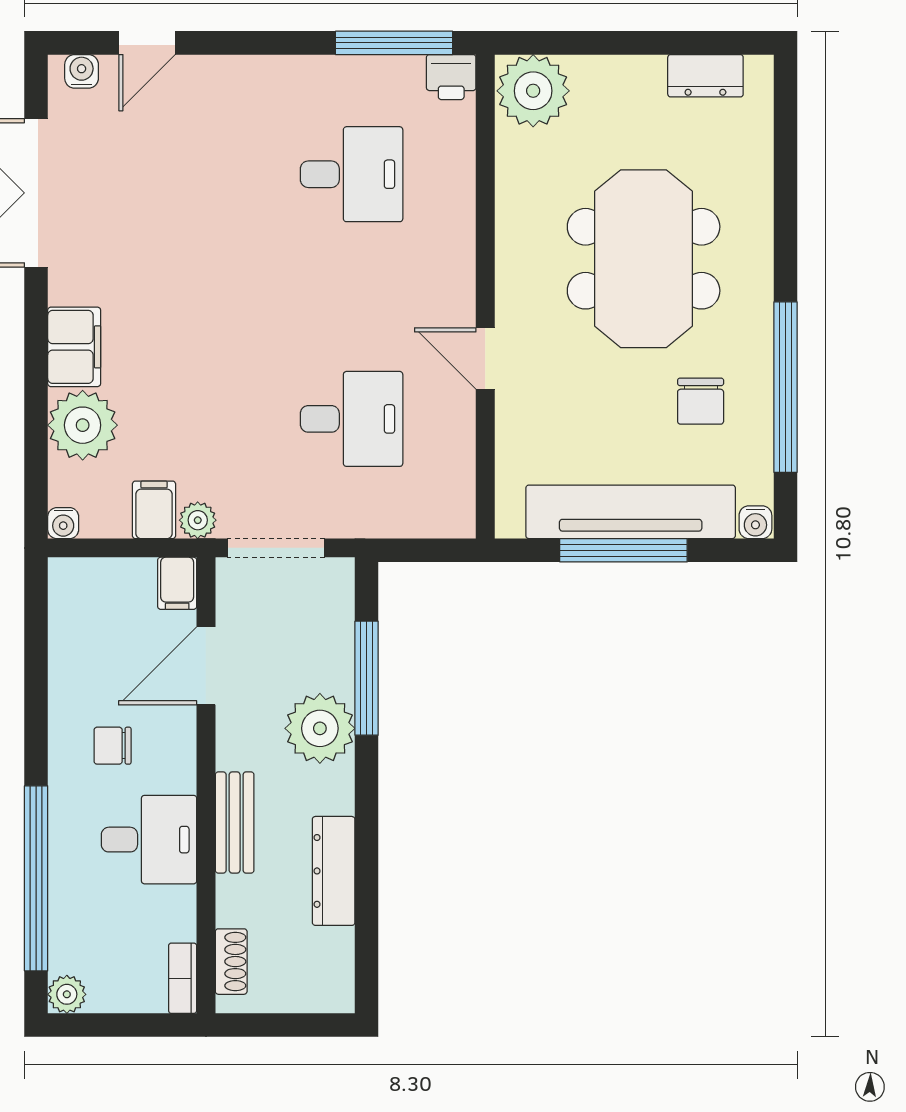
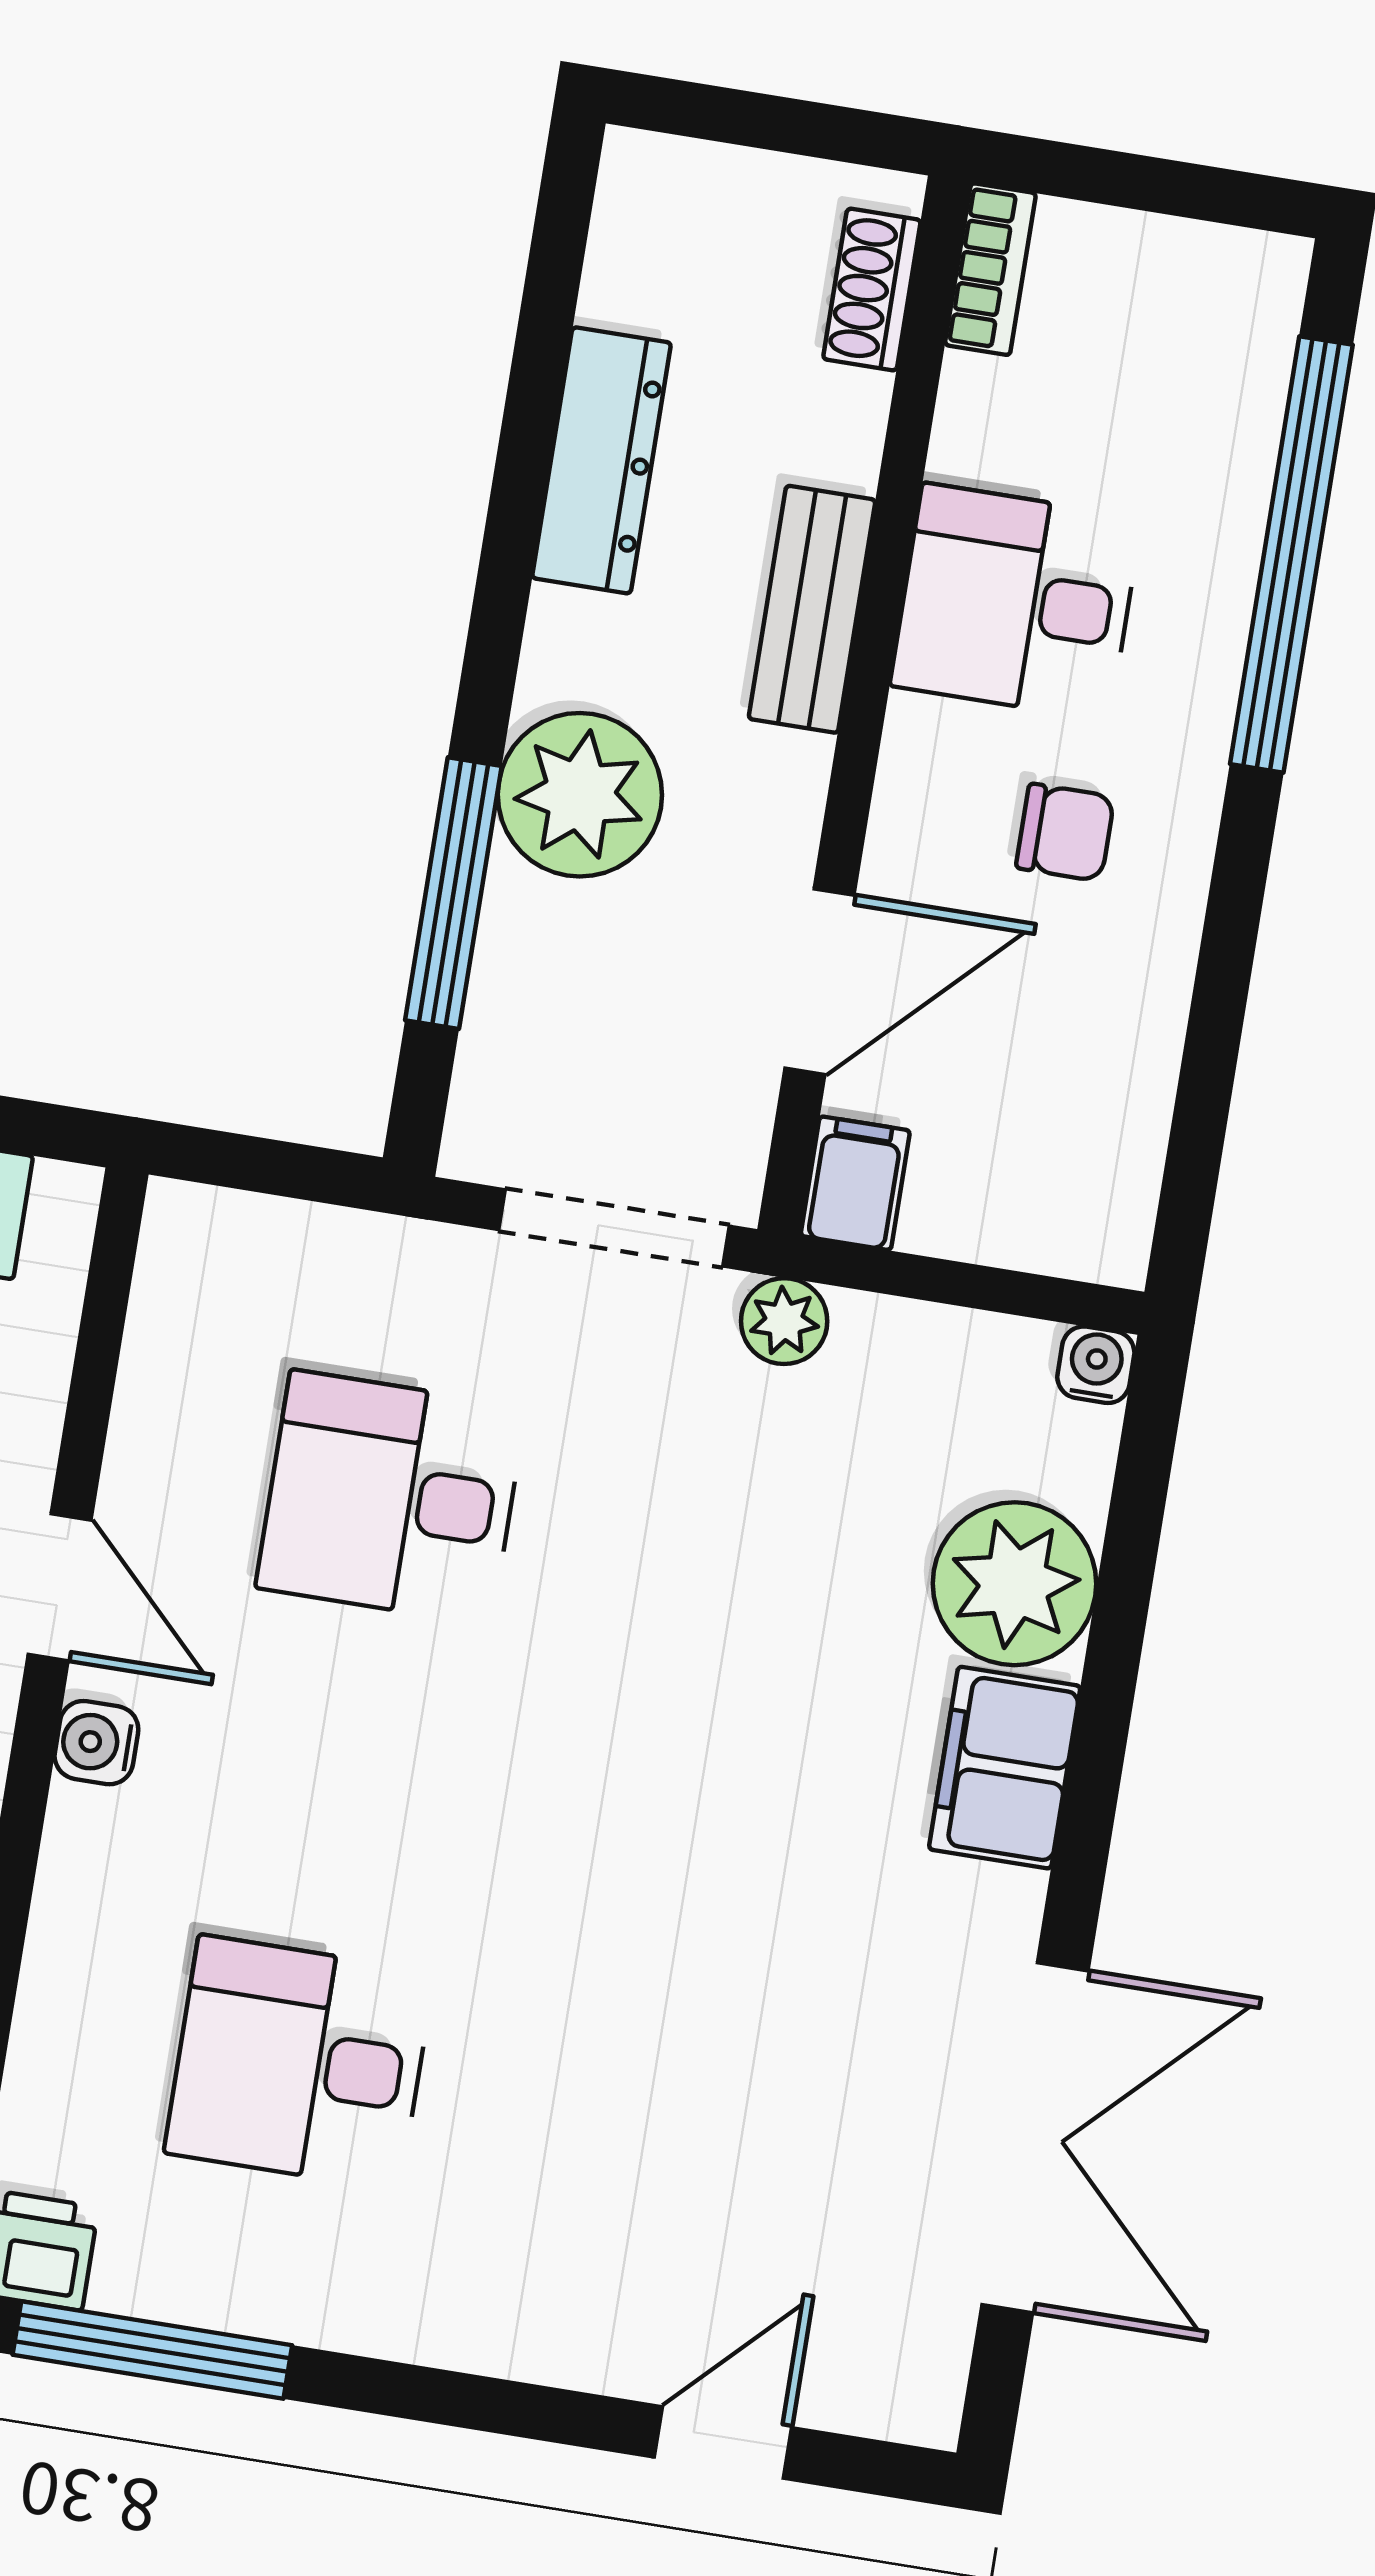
water cooler: (82, 71) -> (96, 1743), moved, turned 90
filing cabinet: (154, 510) -> (881, 1361), removed
plant: (67, 994) -> (1264, 275), removed

